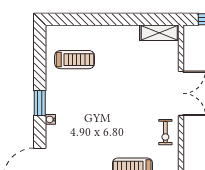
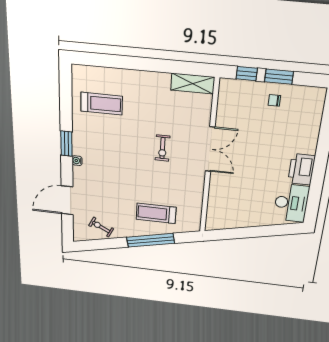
exercise bike: (165, 132) -> (163, 148), moved

